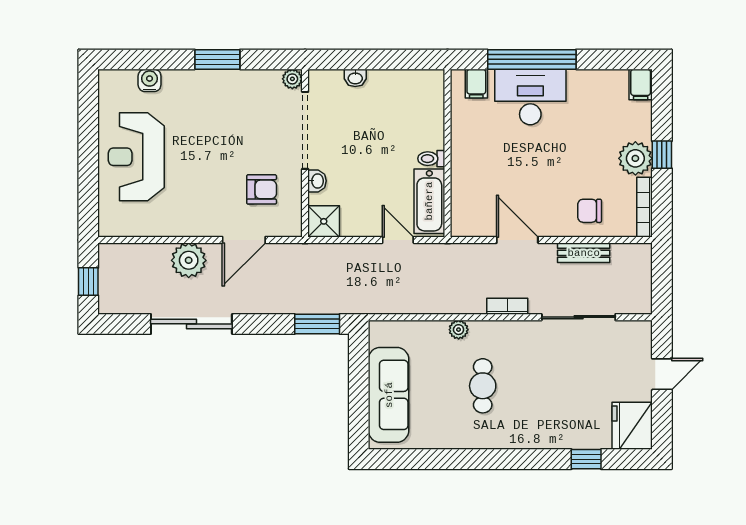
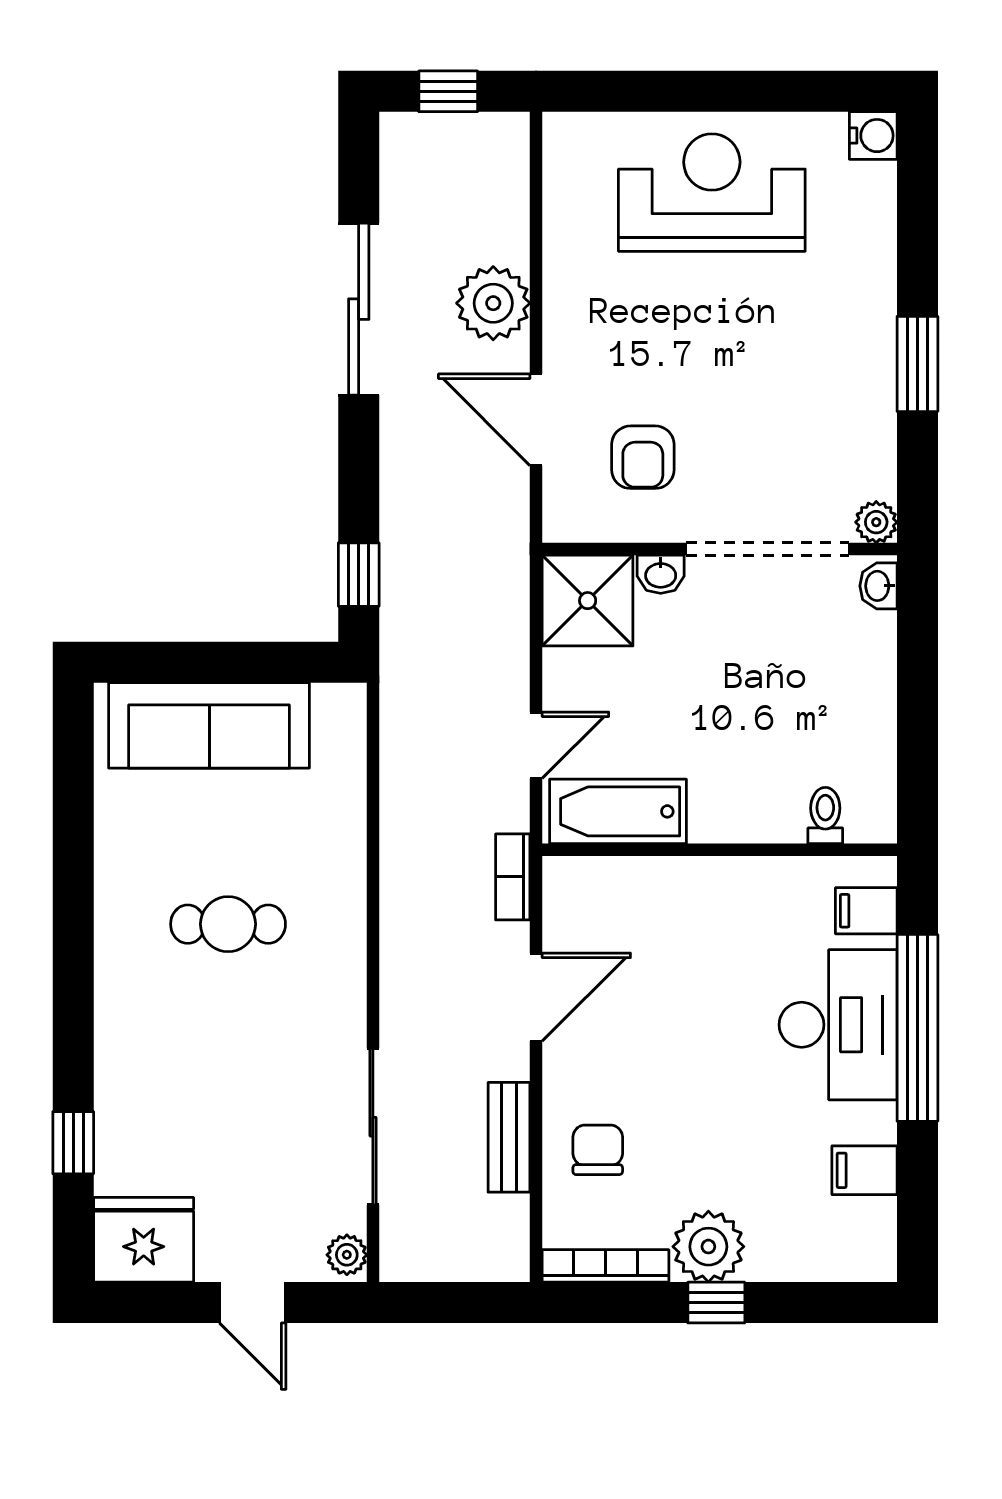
washbasin: (355, 78) -> (878, 586), moved
water cooler: (150, 80) -> (873, 136), moved
filing cabinet: (641, 84) -> (864, 1170), moved
toilet: (431, 159) -> (825, 816), moved
shower: (324, 221) -> (588, 601), width x1.36, depth x1.36
bookcase: (507, 306) -> (513, 877), moved, turned 180
window: (317, 324) -> (359, 575), width x0.67
plant: (459, 330) -> (347, 1255), moved

